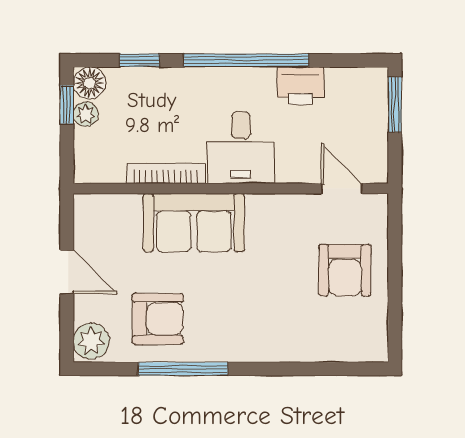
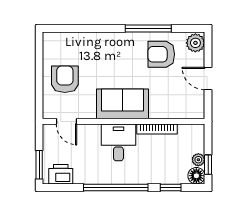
printer: (301, 86) -> (61, 174), moved
sofa: (194, 223) -> (123, 104), moved

